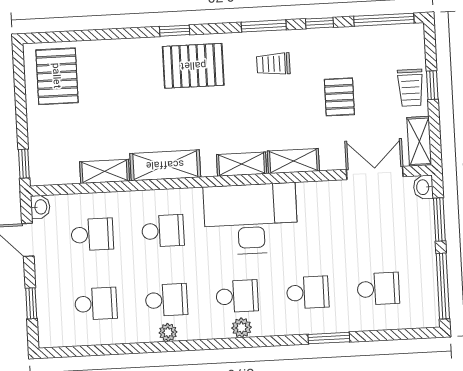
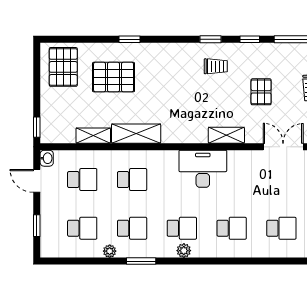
window: (264, 26) -> (211, 39), width x0.67
window: (175, 31) -> (130, 39), moved
trolley: (273, 64) -> (216, 66), turned 180
pallet: (193, 66) -> (114, 77), moved
shelving: (242, 164) -> (190, 136), removed
desk: (251, 219) -> (203, 169), width x0.73, depth x0.77
plant: (168, 332) -> (110, 251), moved
window: (329, 338) -> (141, 261), moved

